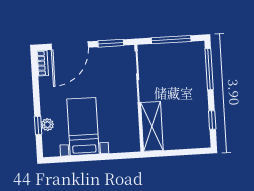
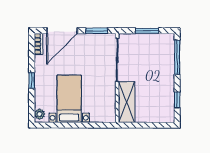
window: (171, 40) -> (147, 31), width x0.69
window: (38, 125) -> (32, 80), moved
plant: (47, 125) -> (40, 114), moved

